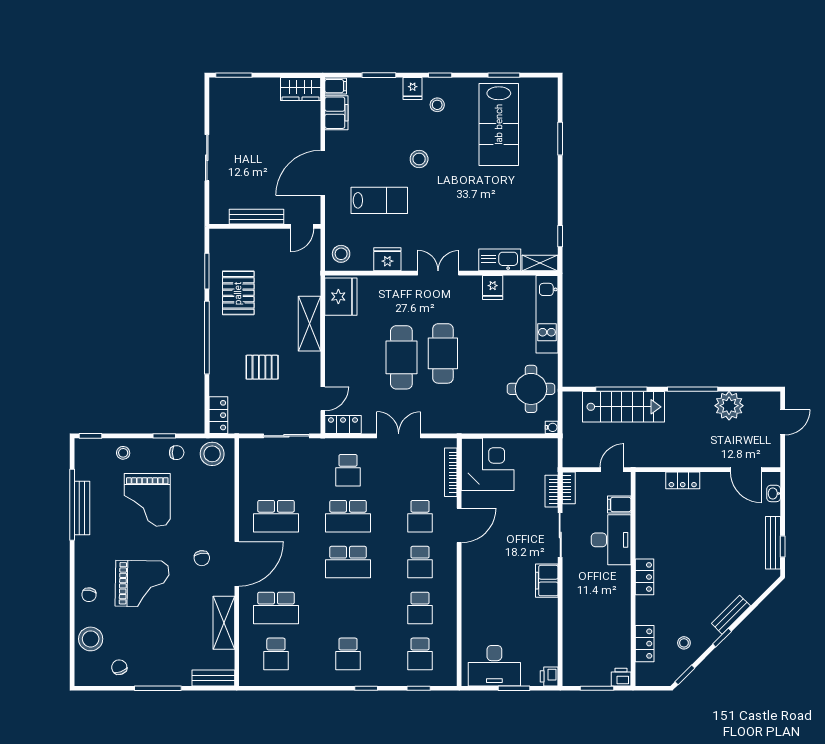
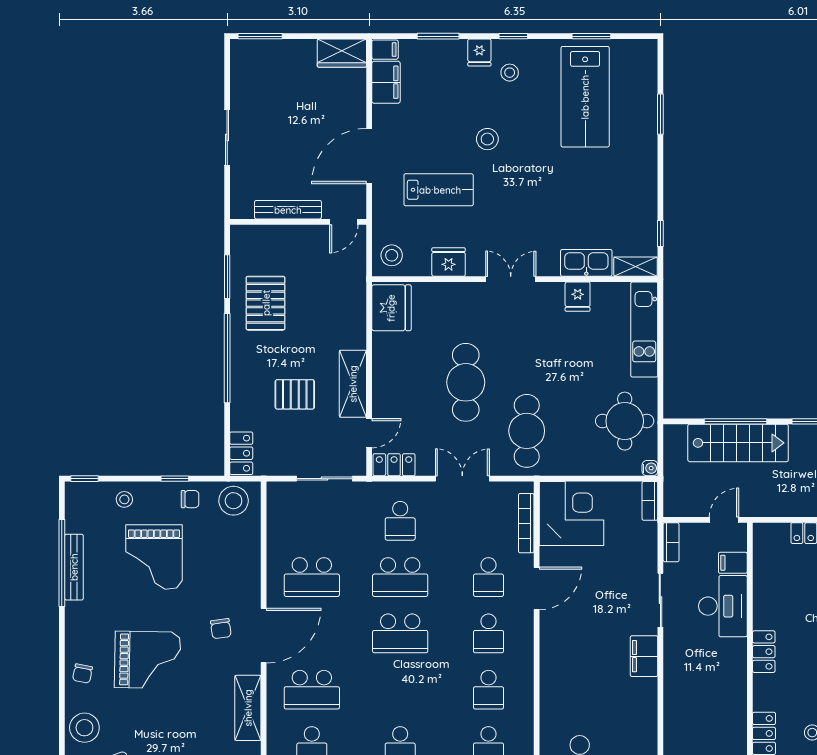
shelving: (310, 324) -> (353, 384), moved
cafe table: (443, 353) -> (527, 431), moved
bookcase: (552, 491) -> (650, 501), moved

